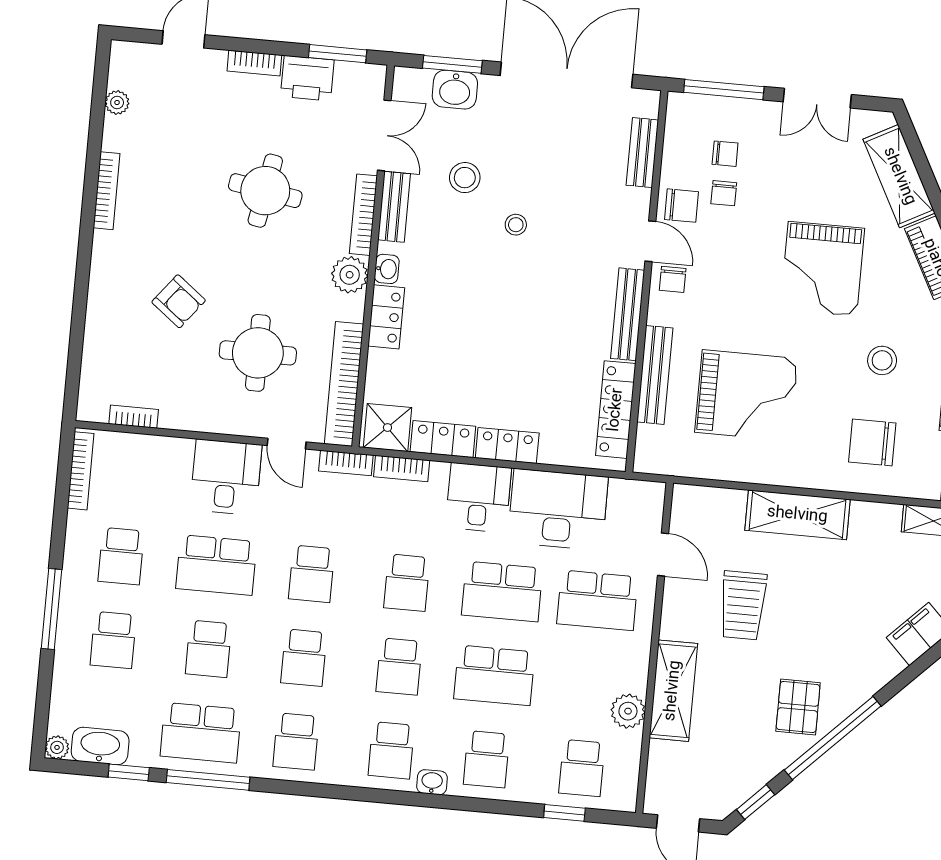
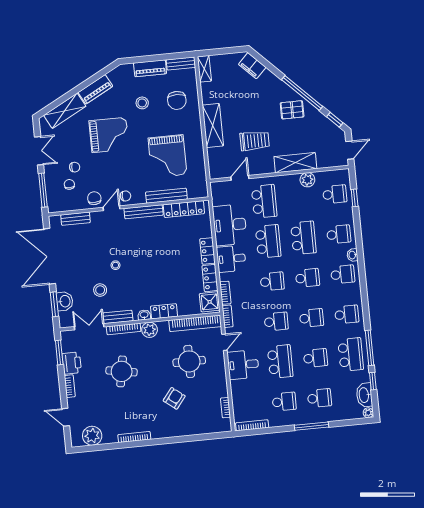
plant: (117, 102) -> (92, 436), width x1.87, depth x1.87
chair: (724, 193) -> (75, 167), moved
grand piano: (746, 395) -> (168, 156), turned 180

